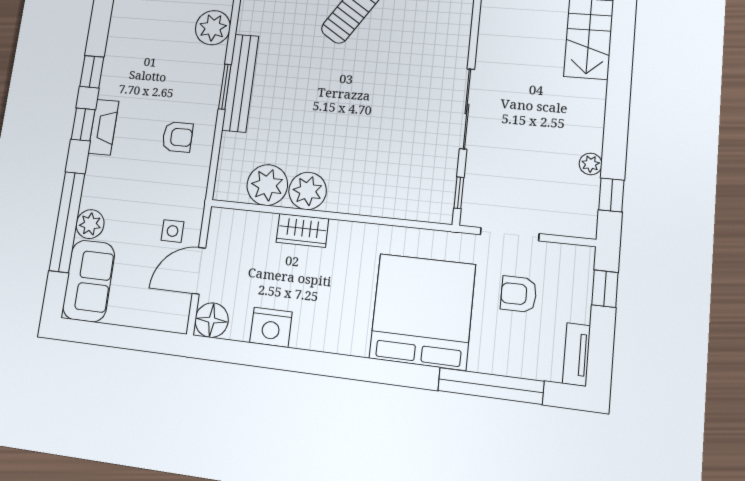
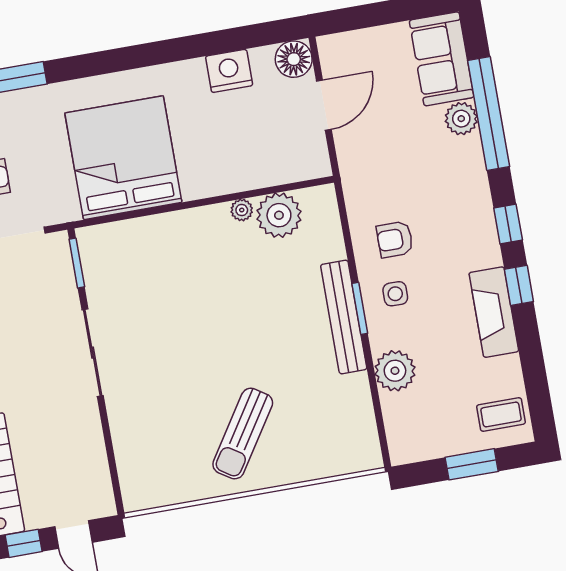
fireplace: (103, 127) -> (494, 312), moved, width x1.37, depth x1.32
plant: (308, 191) -> (242, 210), width x0.53, depth x0.53
window: (459, 193) -> (77, 263), width x1.50
wardrobe: (302, 230) -> (227, 179), removed
side table: (173, 231) -> (395, 294), moved
bed: (422, 311) -> (123, 158), moved, turned 180

